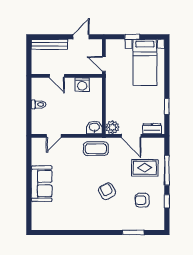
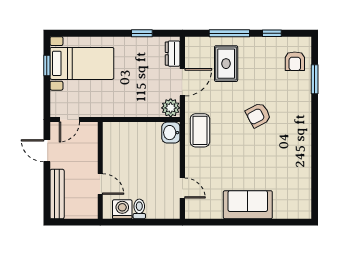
window: (132, 37) -> (47, 66), moved
door: (104, 64) -> (69, 119), moved
door: (57, 76) -> (100, 184), hinge flipped
washing machine: (82, 85) -> (122, 209), moved, turned -90
armchair: (142, 200) -> (295, 61), moved

